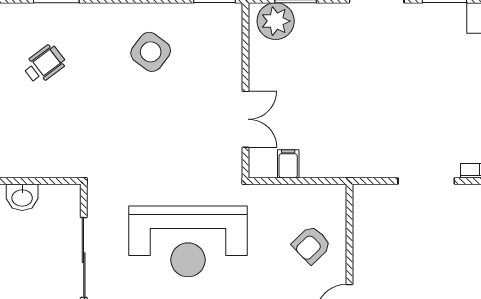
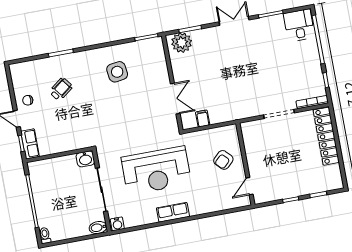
side table: (151, 52) -> (117, 72), turned 45
washbasin: (22, 197) -> (85, 159), moved

